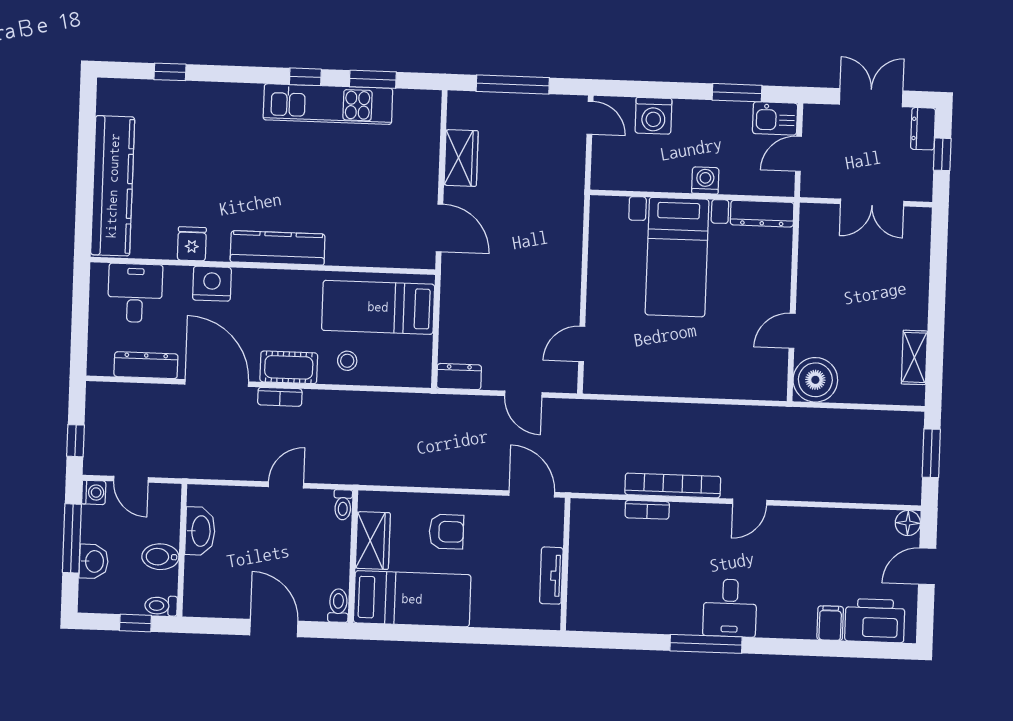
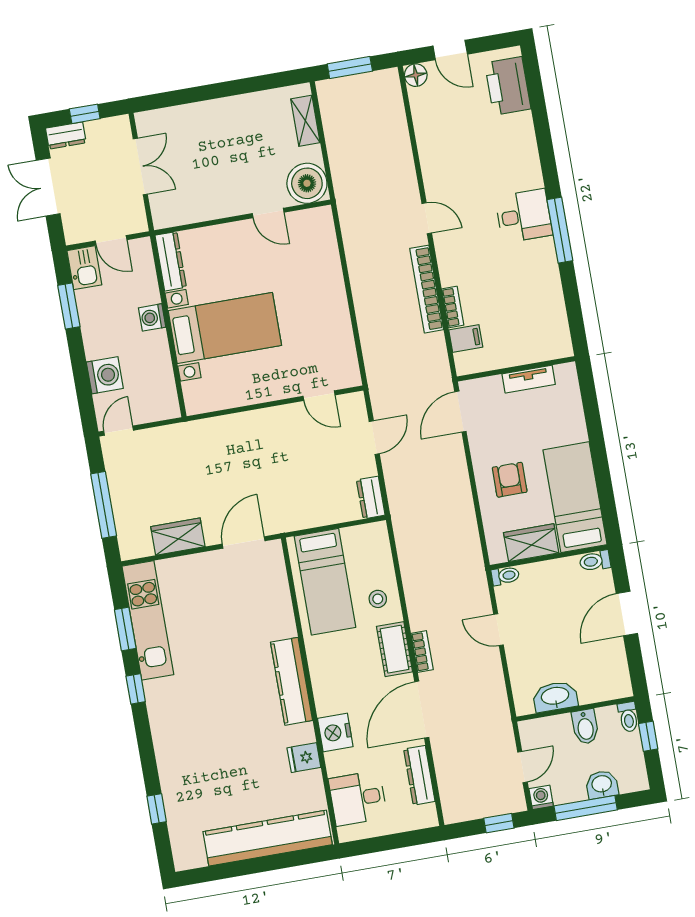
kitchen unit: (328, 104) -> (148, 620), moved
shelving: (914, 357) -> (305, 121), moved, turned 90
filing cabinet: (830, 623) -> (466, 338), moved, turned 180

